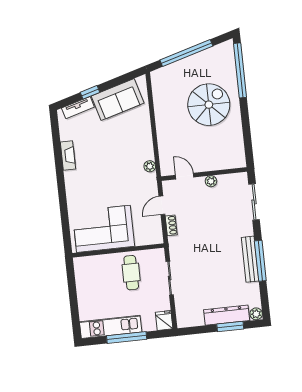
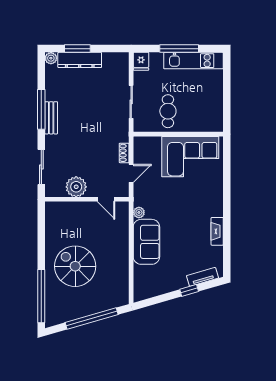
sofa: (118, 100) -> (146, 242), moved, turned 106
spiral stairs: (209, 105) -> (75, 266), turned 90
plant: (211, 181) -> (76, 187), width x1.88, depth x1.88
bench: (250, 259) -> (51, 118), width x0.73

